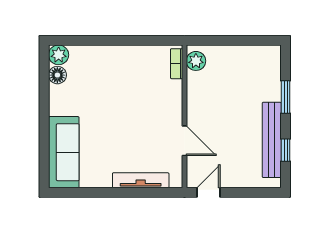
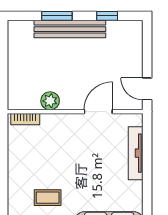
plant: (196, 61) -> (50, 101), moved
coffee table: (94, 87) -> (48, 198), added
bench: (272, 140) -> (70, 29), moved

